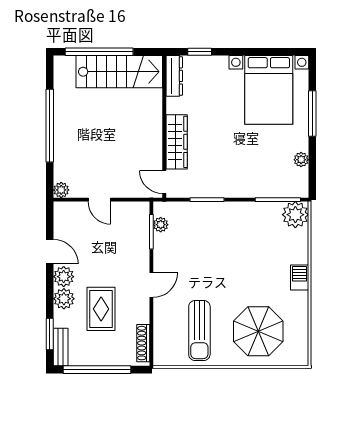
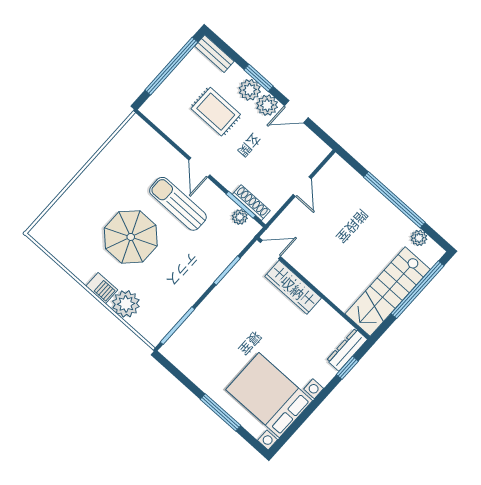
dresser: (174, 76) -> (347, 350), moved, turned 90
plant: (301, 160) -> (192, 372), removed
plant: (61, 190) -> (419, 238), moved
door: (99, 200) -> (302, 187), swing flipped
plant: (295, 215) -> (126, 304), moved
sun lounger: (199, 330) -> (178, 204), moved
parasol: (258, 331) -> (131, 237), moved
window: (50, 334) -> (259, 78), moved
shoe rack: (143, 343) -> (251, 203), moved

